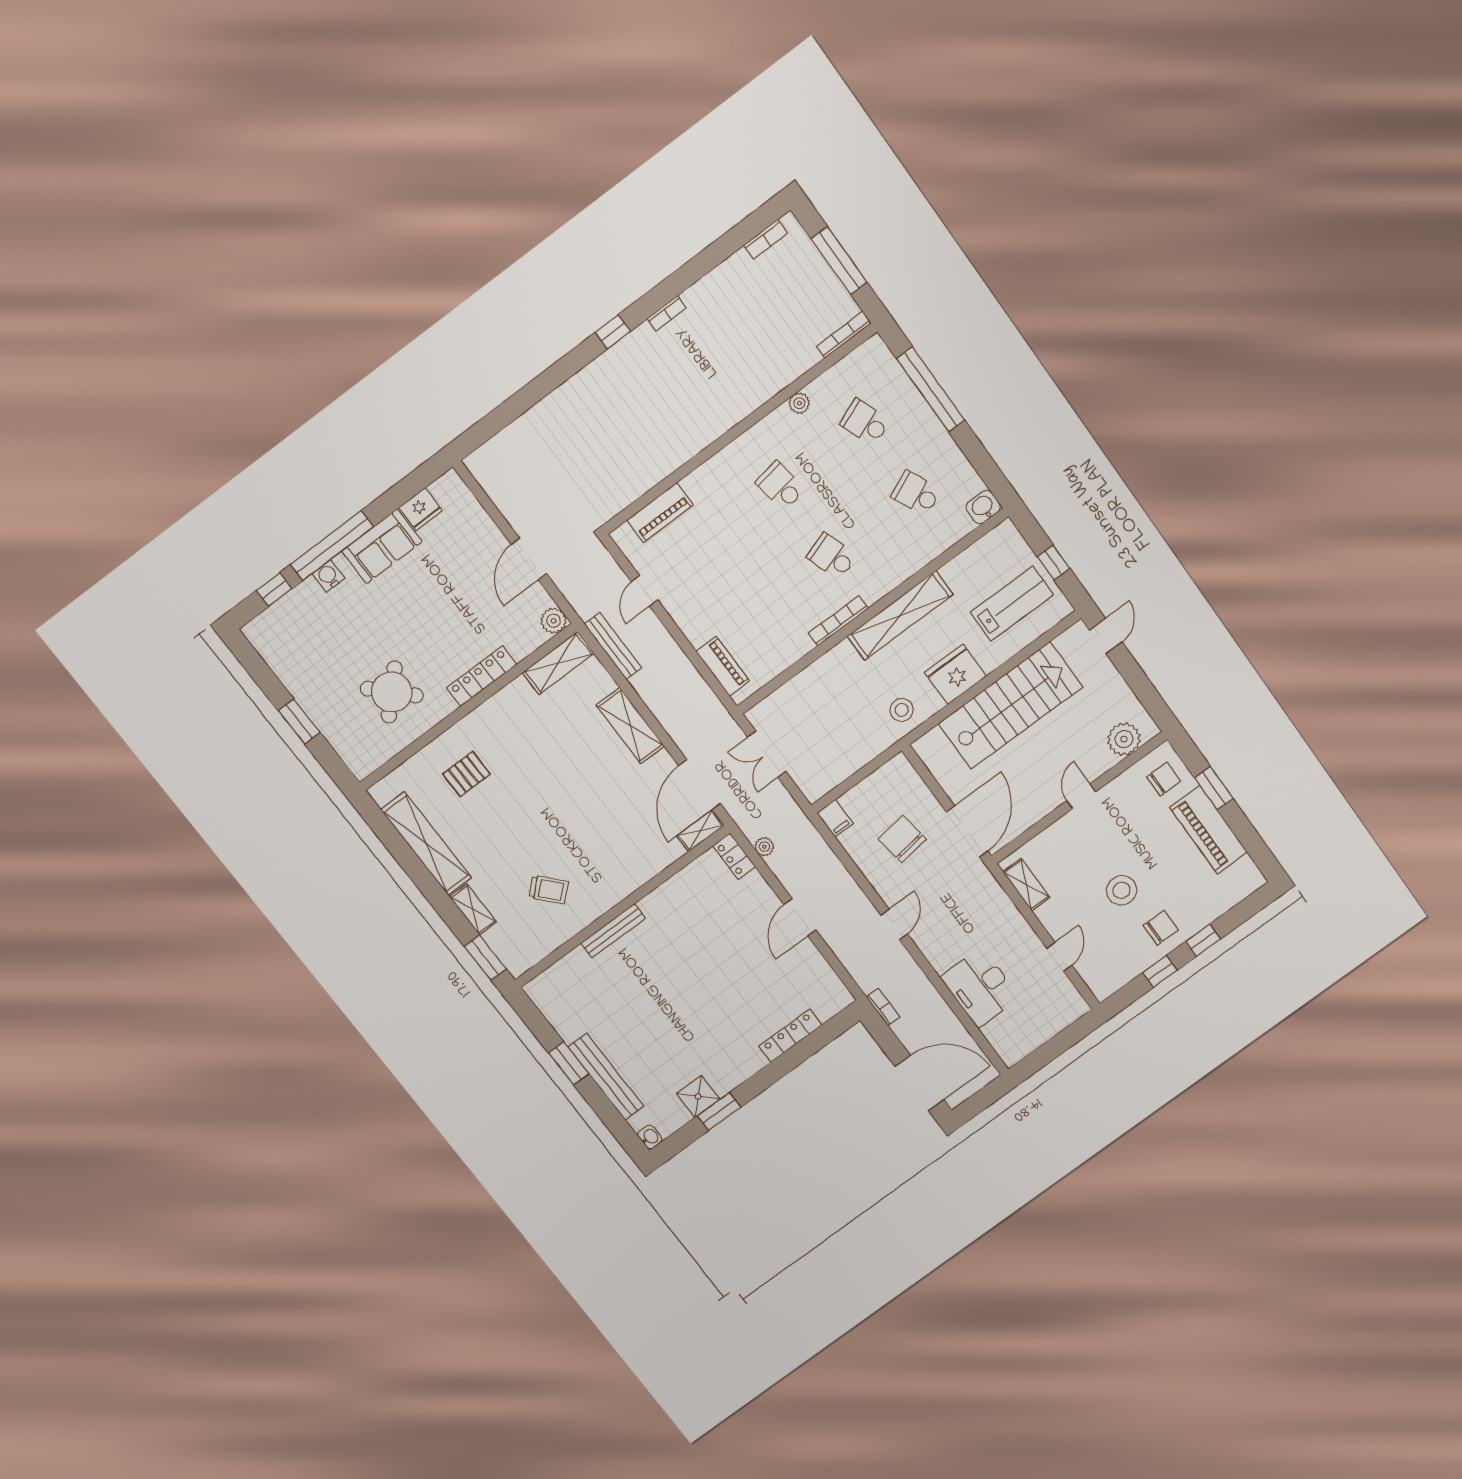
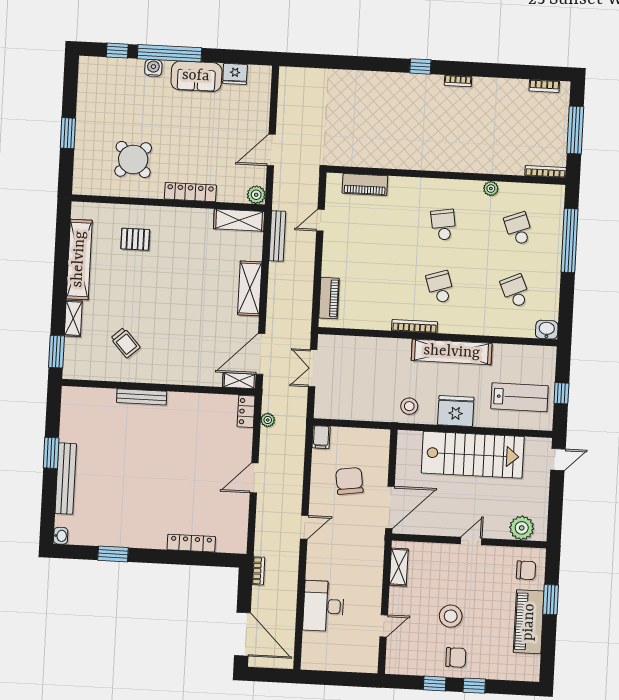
shower: (698, 1097) -> (108, 535), removed

